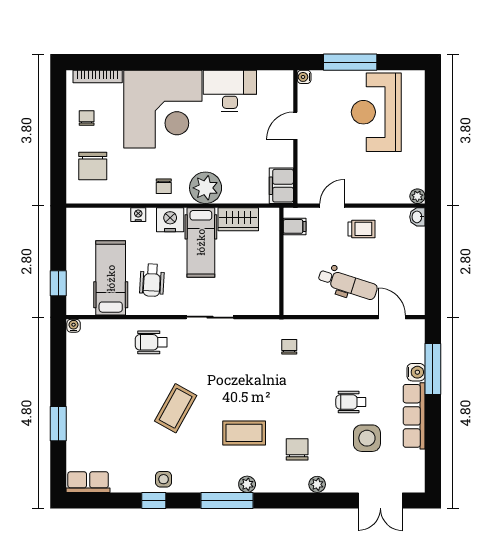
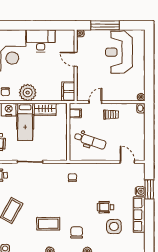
door: (295, 126) -> (76, 59), hinge flipped
dental chair: (348, 284) -> (90, 141), moved
window: (433, 369) -> (149, 190), width x0.69

